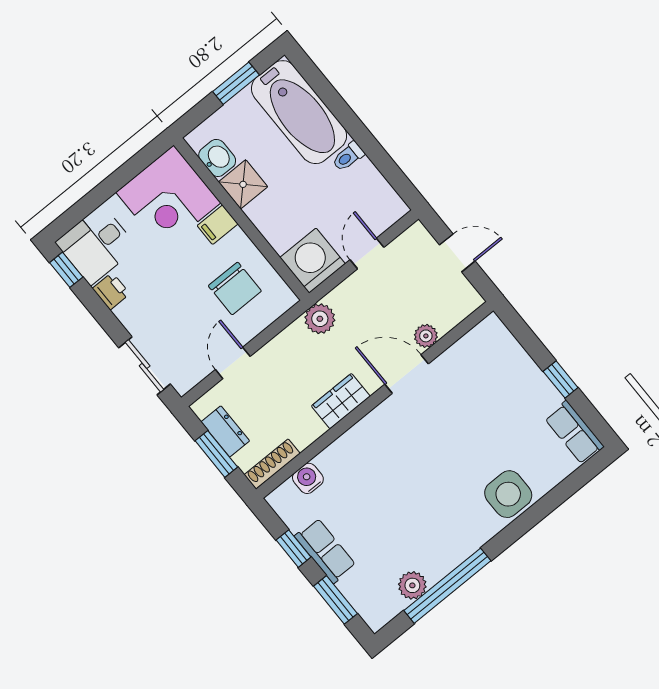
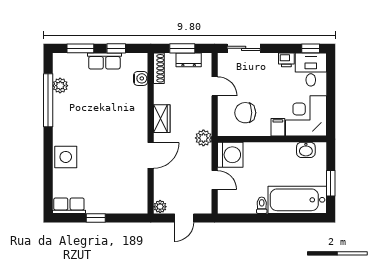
shower: (243, 184) -> (286, 152), removed
plant: (426, 336) -> (160, 207), moved

